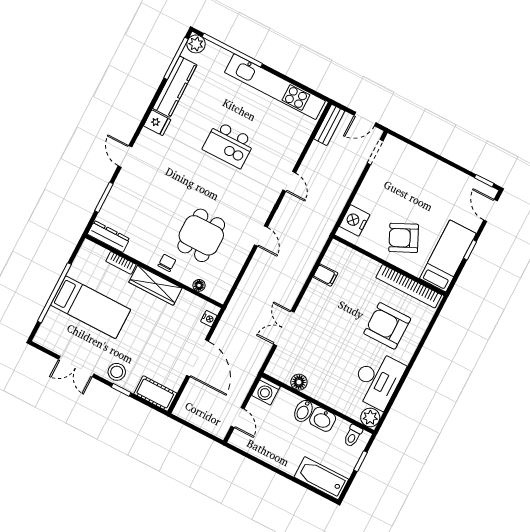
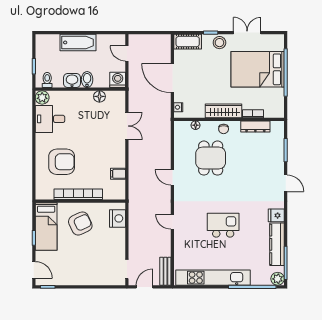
dresser: (109, 236) -> (255, 127), moved
bookcase: (409, 286) -> (78, 194), moved
bed: (91, 307) -> (258, 69), width x1.50
desk: (377, 380) -> (50, 119), width x0.73
bathtub: (321, 478) -> (78, 42), moved

